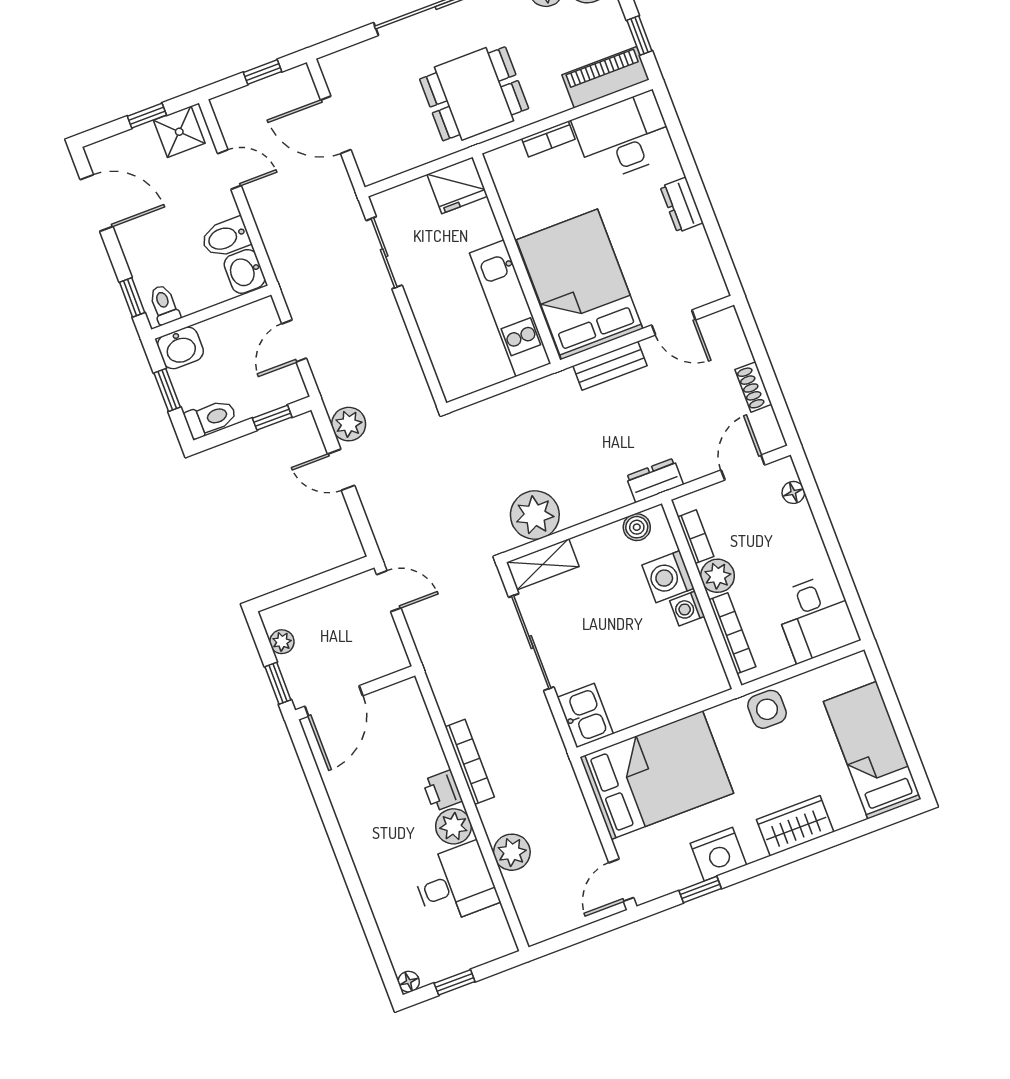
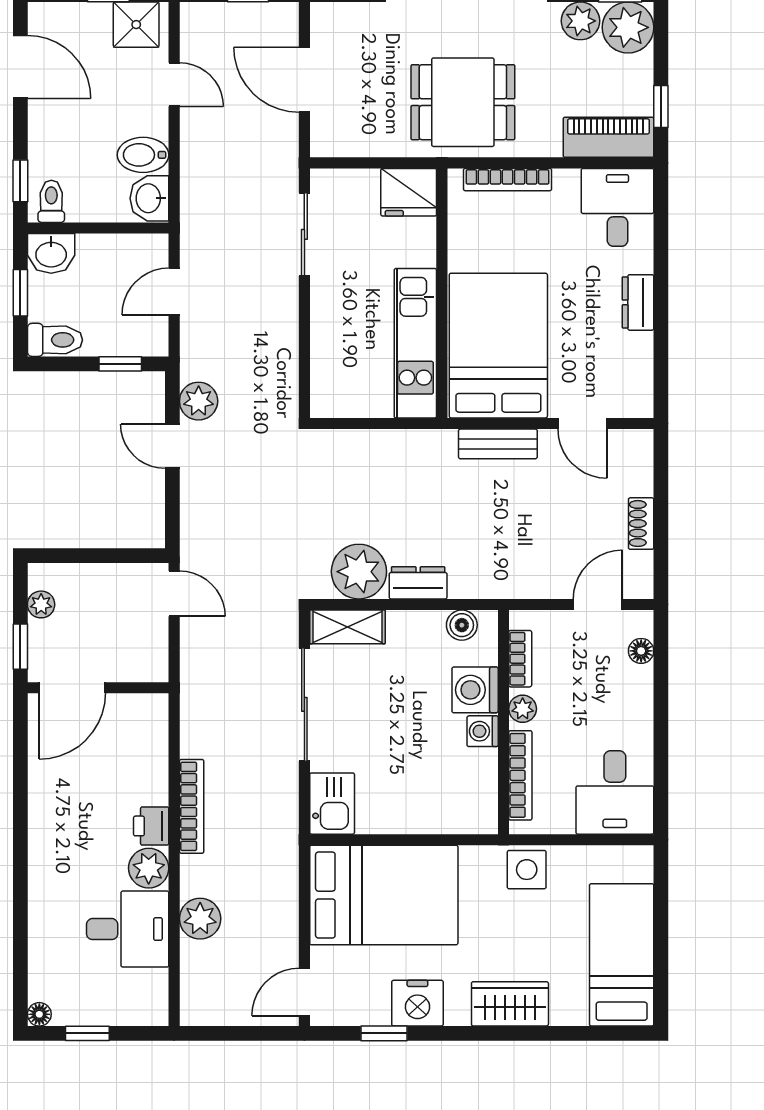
desk: (624, 137) -> (617, 207), width x0.73
bookcase: (548, 139) -> (508, 180), width x1.56
dresser: (655, 480) -> (418, 583), moved
plant: (718, 576) -> (523, 709), width x0.73, depth x0.73

